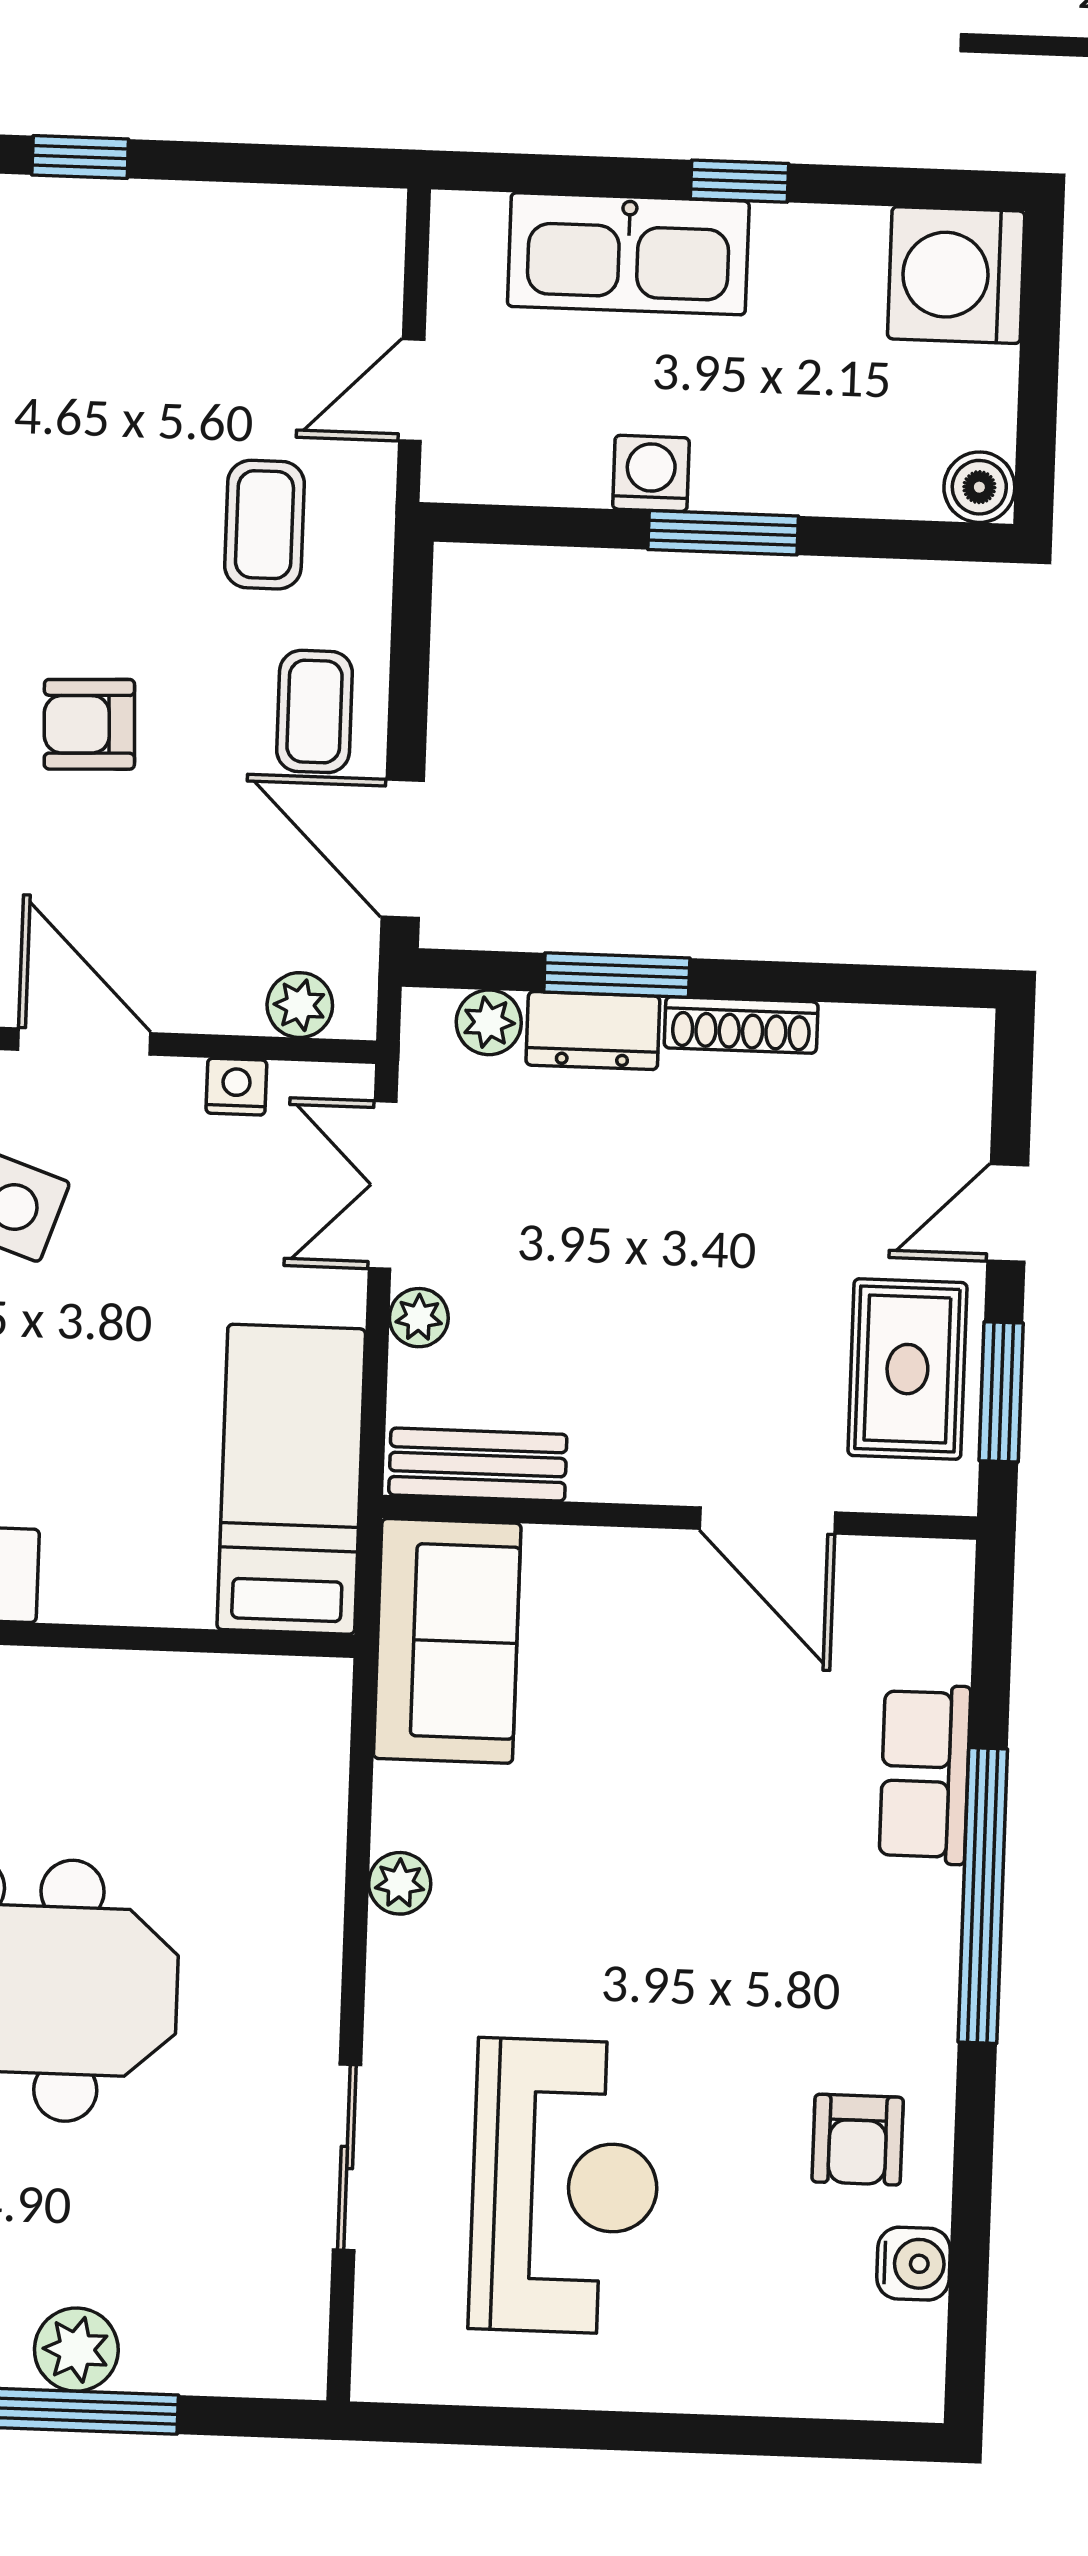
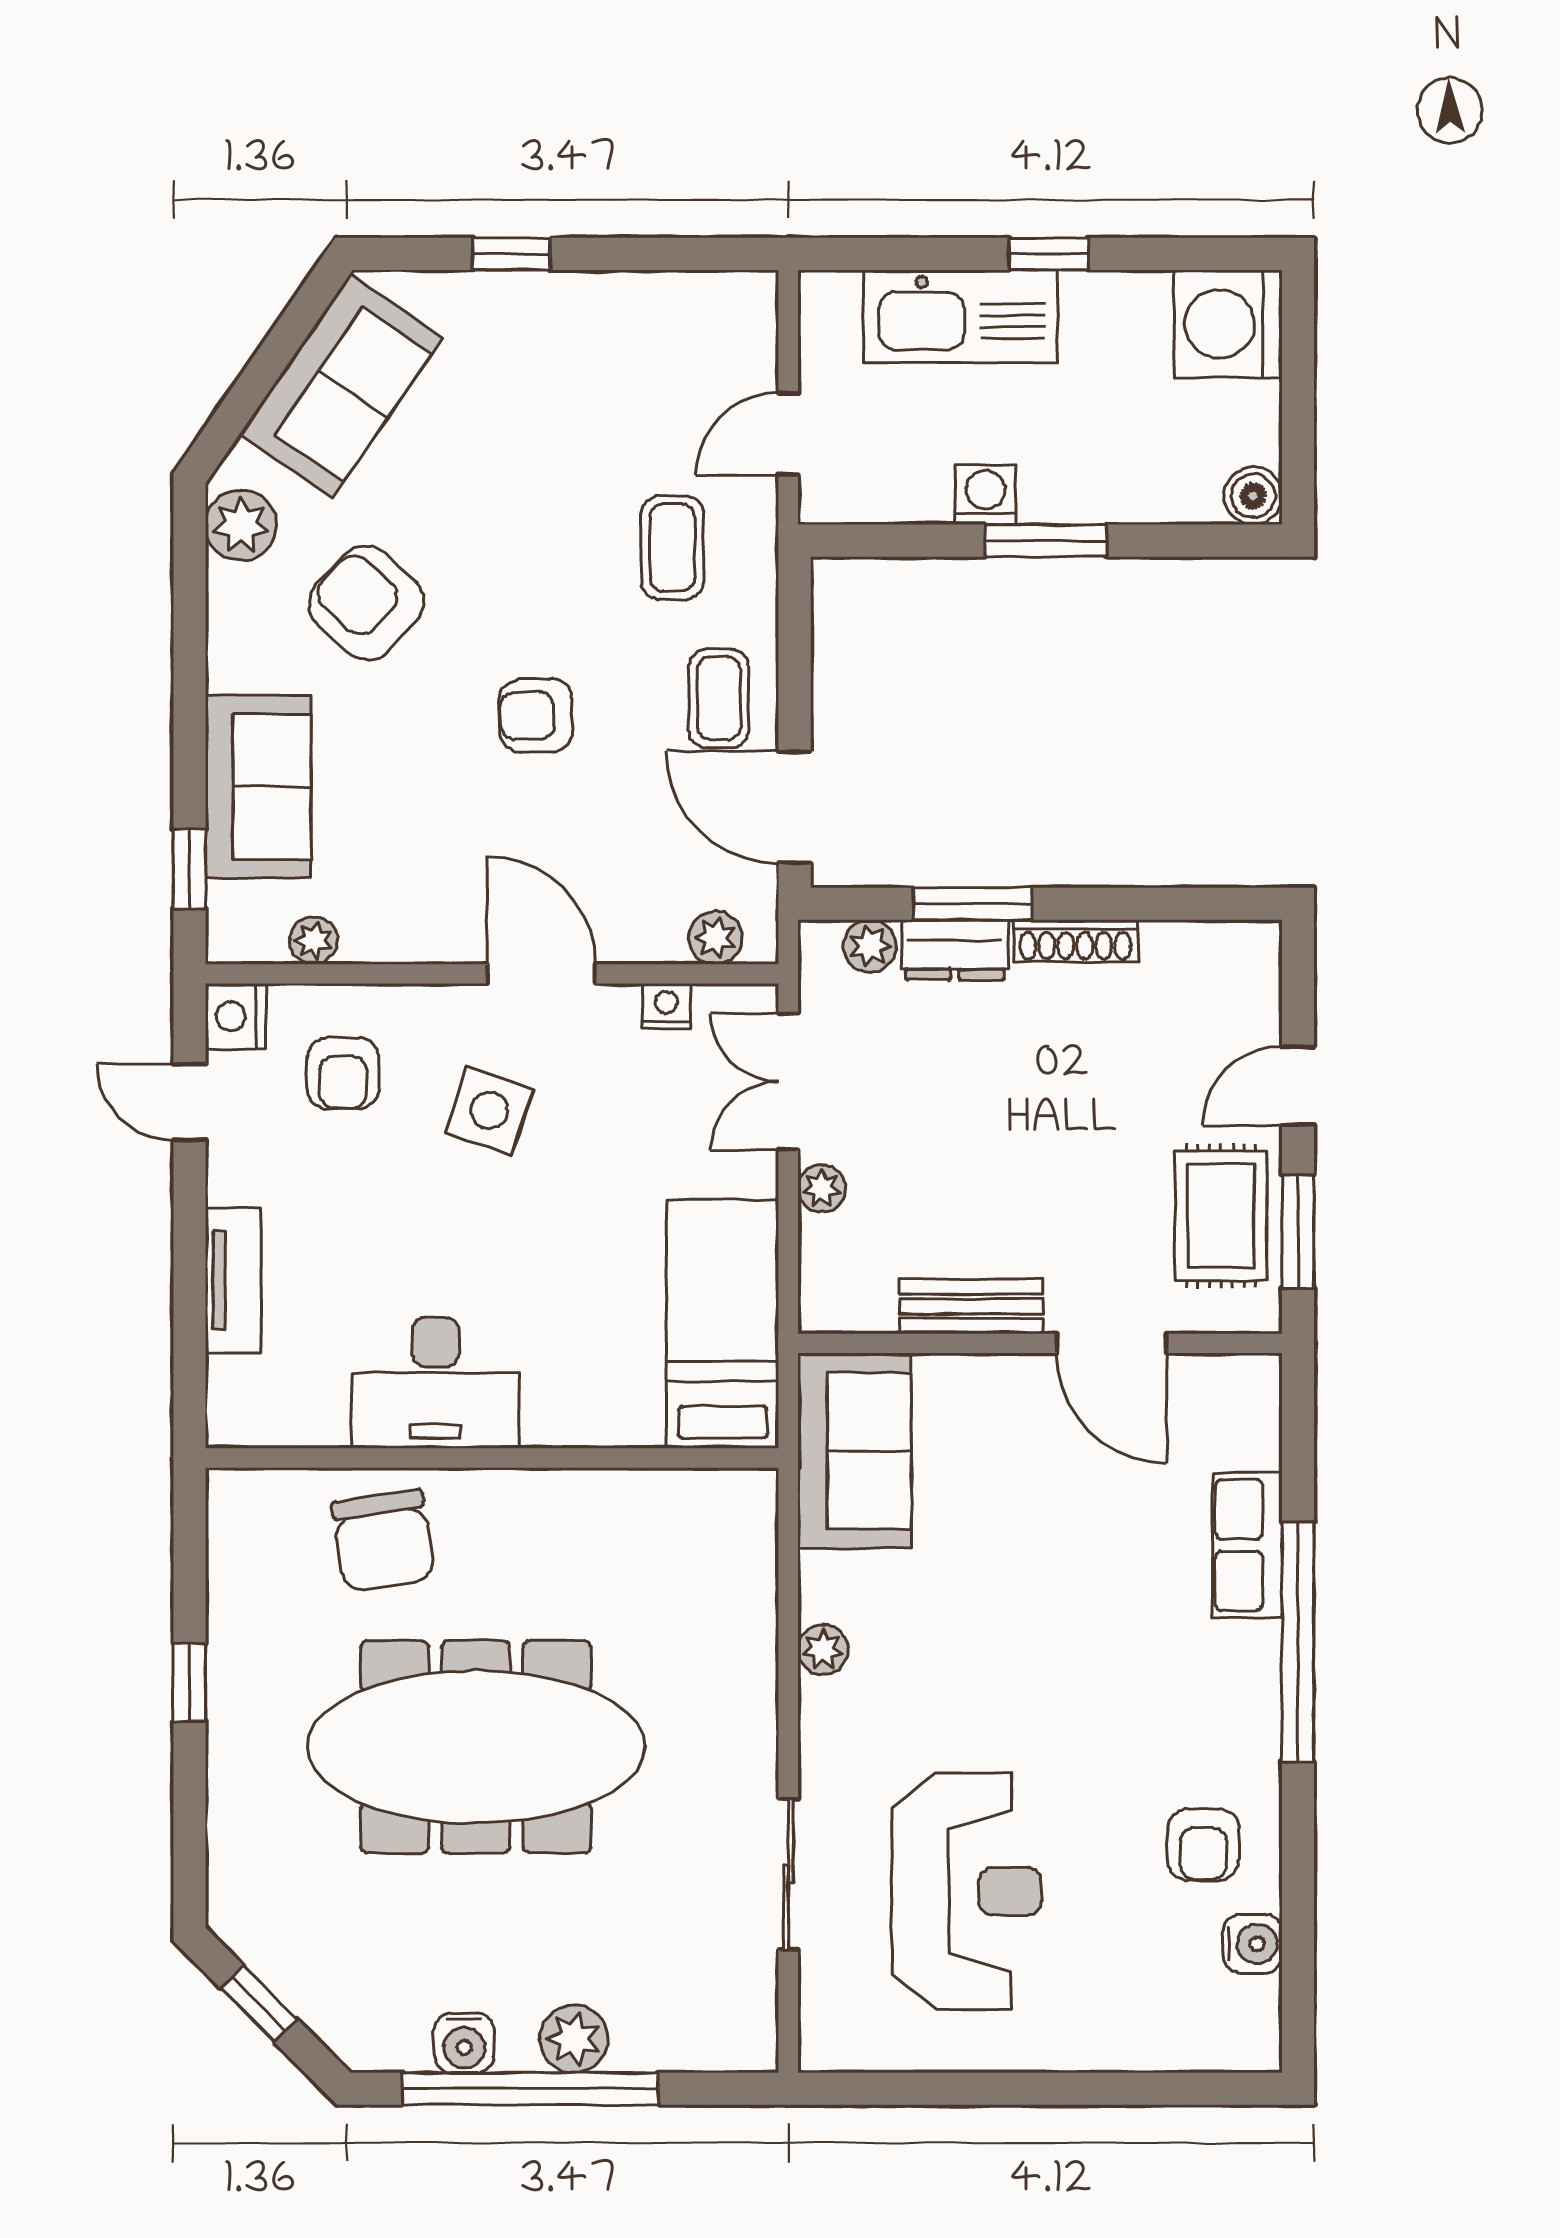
bench: (478, 1465) -> (971, 1306), moved

